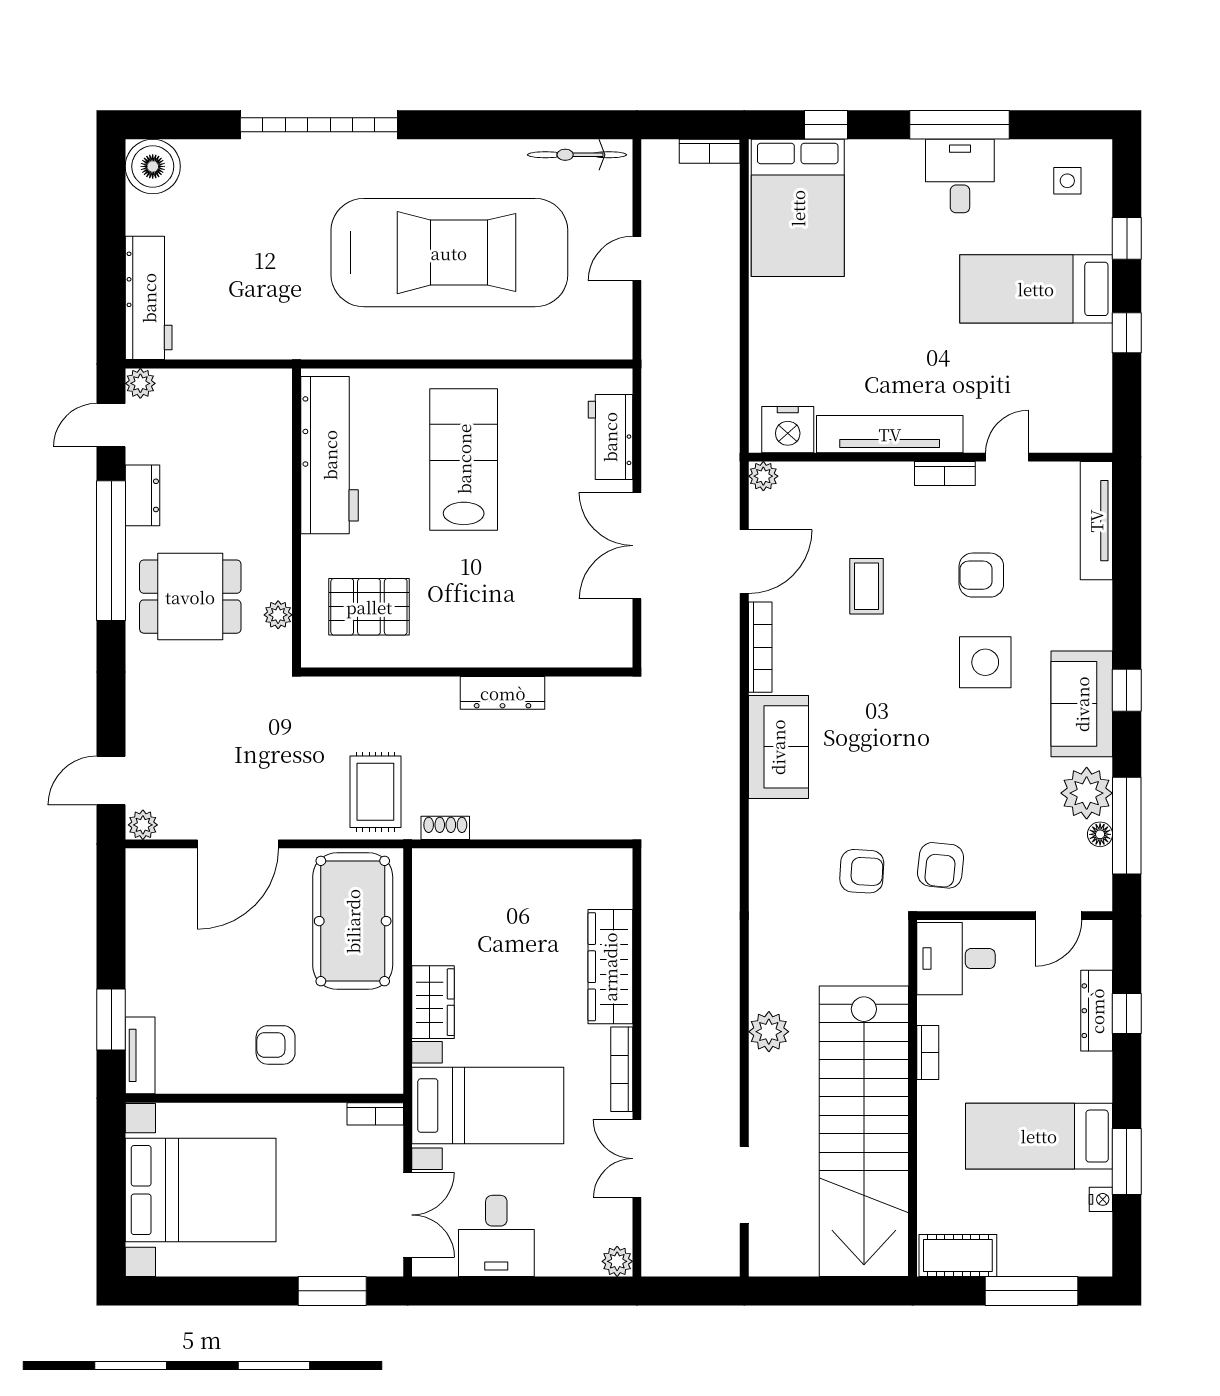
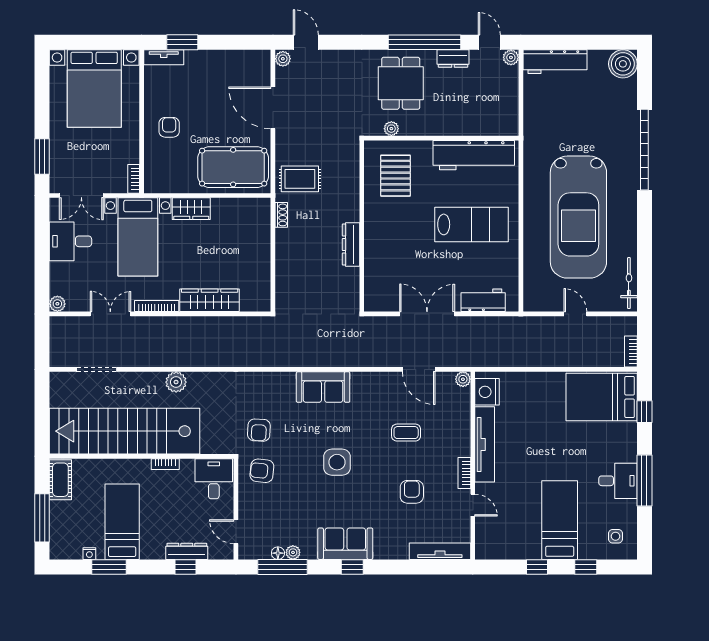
bookcase: (760, 647) -> (375, 378), removed
side table: (985, 662) -> (337, 462), moved
plant: (1087, 793) -> (293, 552), width x0.53, depth x0.53

